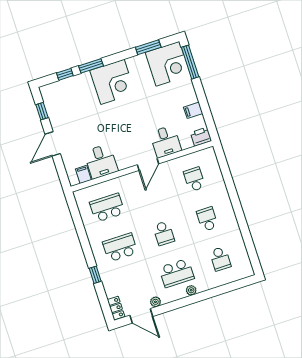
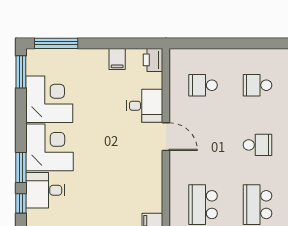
window: (148, 47) -> (21, 72), moved
corner desk: (168, 64) -> (49, 99), moved
desk: (101, 161) -> (45, 190), moved, turned 180

